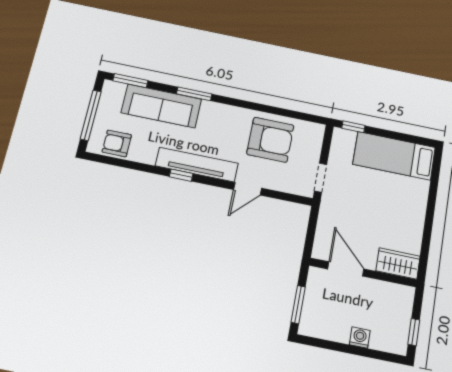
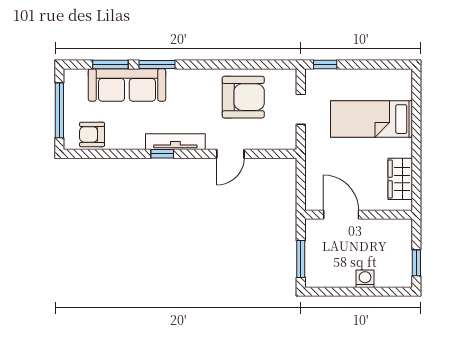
window: (130, 81) -> (110, 65), moved
bed: (394, 156) -> (372, 119), moved
tv unit: (197, 165) -> (175, 142), width x0.73, depth x0.78
doorway: (321, 178) -> (301, 109), moved
wardrobe: (398, 263) -> (400, 179), moved, turned -90

